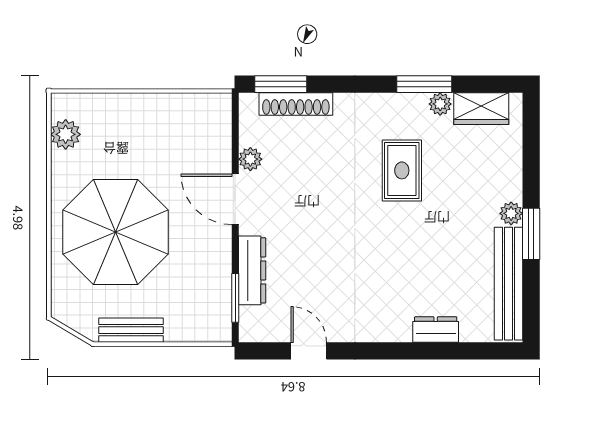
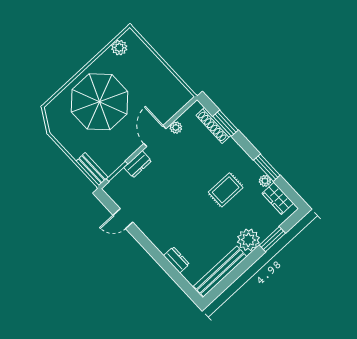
window: (281, 84) -> (226, 123), moved
plant: (511, 213) -> (248, 240), width x1.87, depth x1.87
window: (531, 234) -> (272, 239), moved
dresser: (252, 270) -> (138, 164), width x0.70
bench: (131, 330) -> (92, 169), moved
door: (309, 351) -> (123, 219), swing flipped

